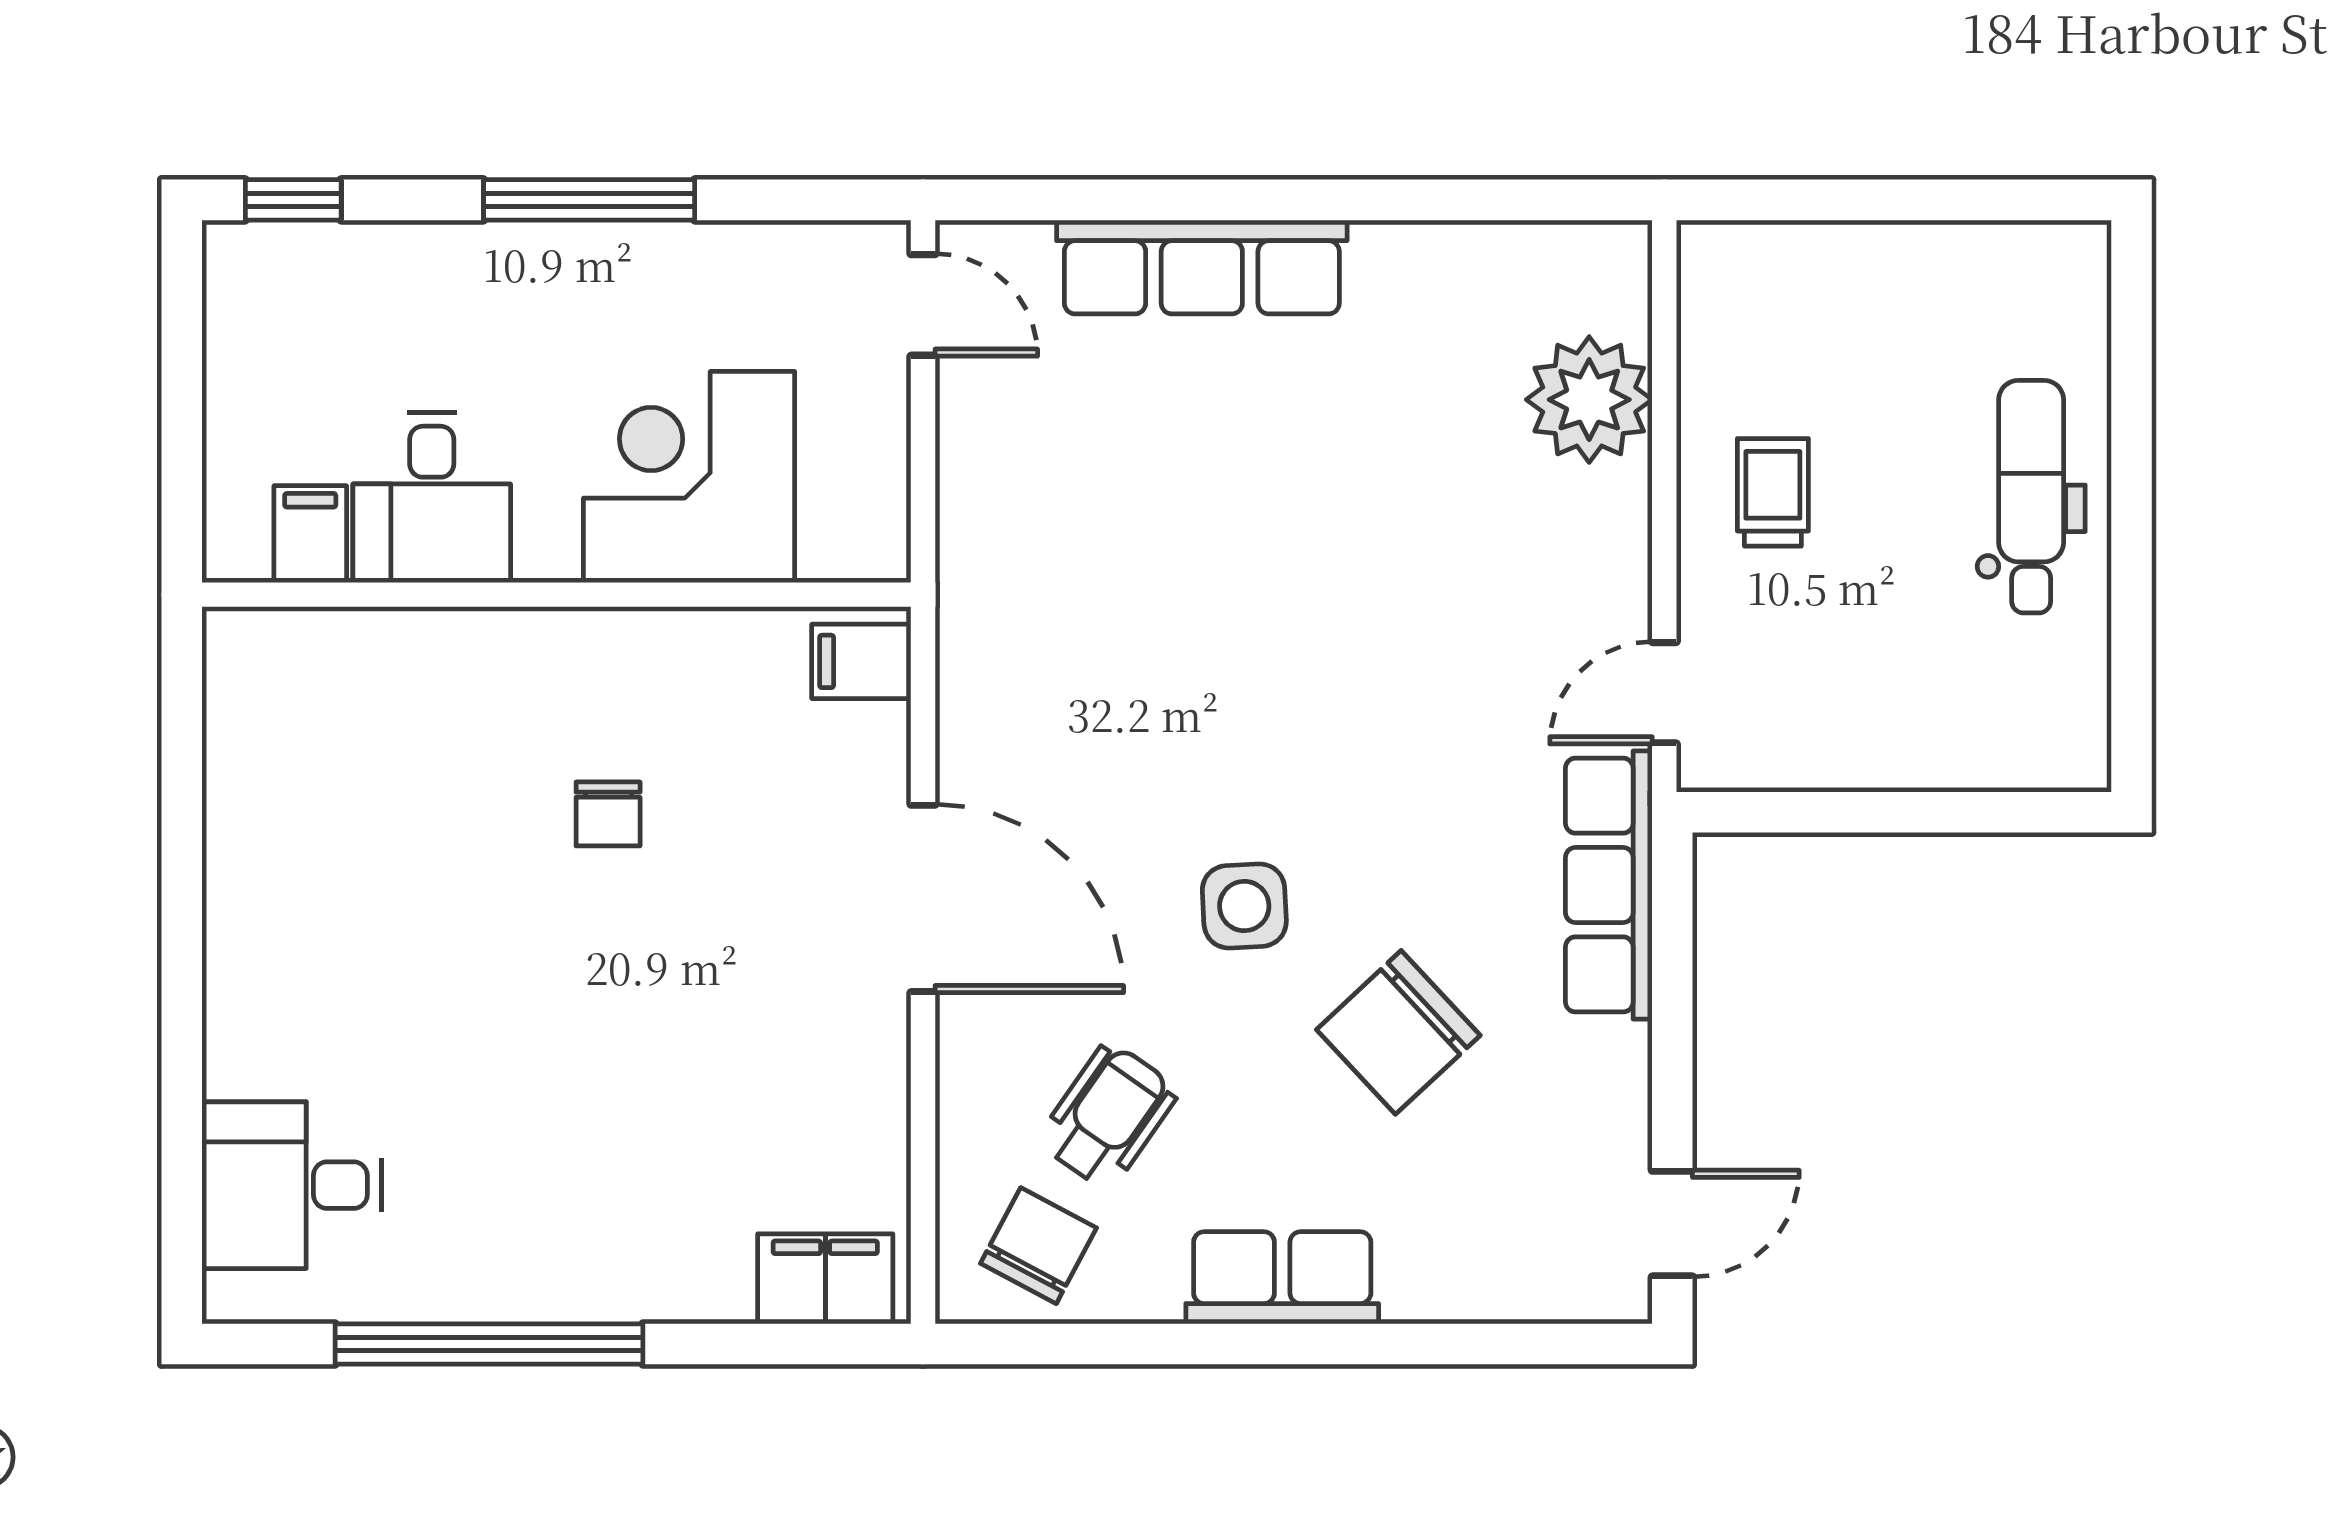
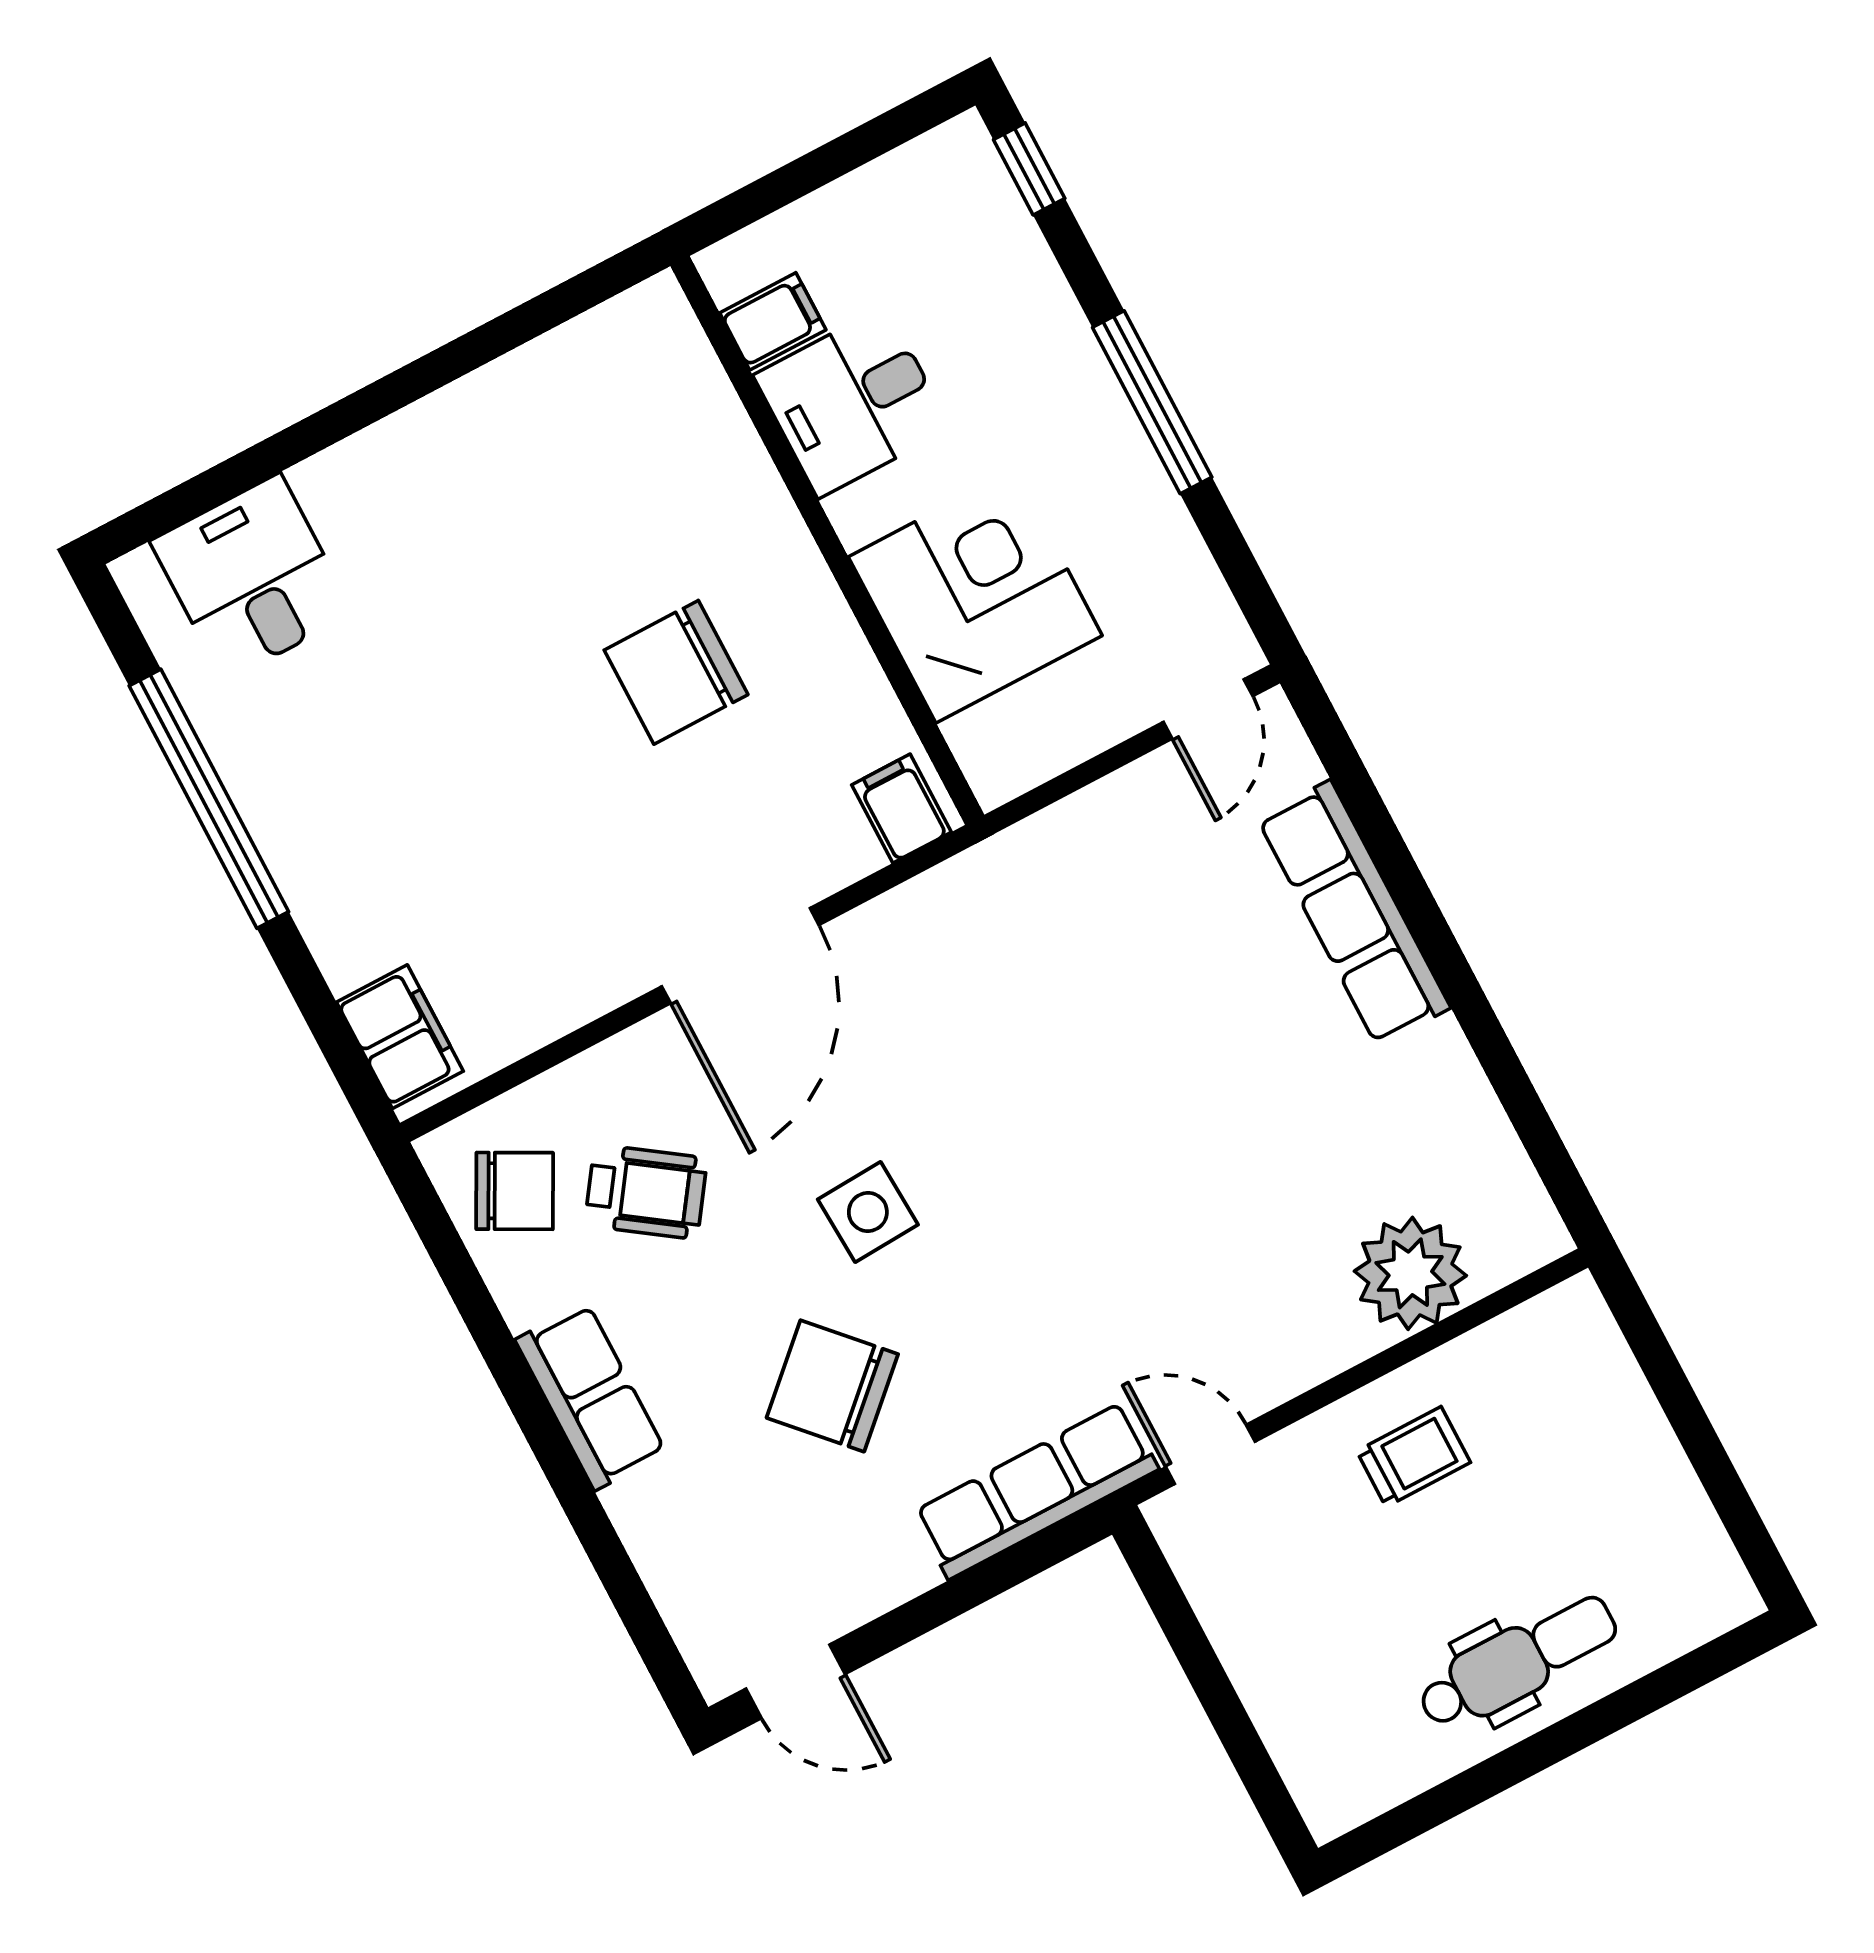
chair: (608, 814) -> (676, 672), width x1.87, depth x1.87

